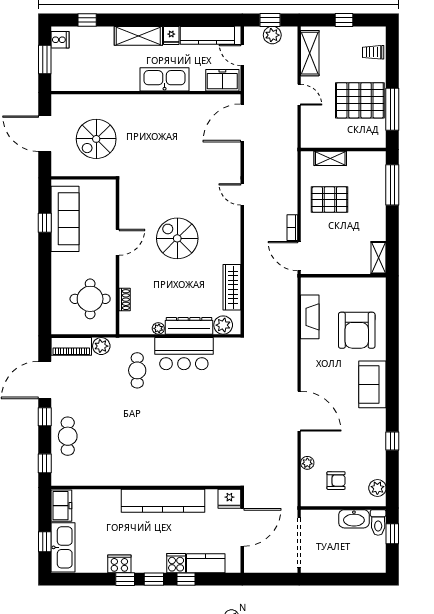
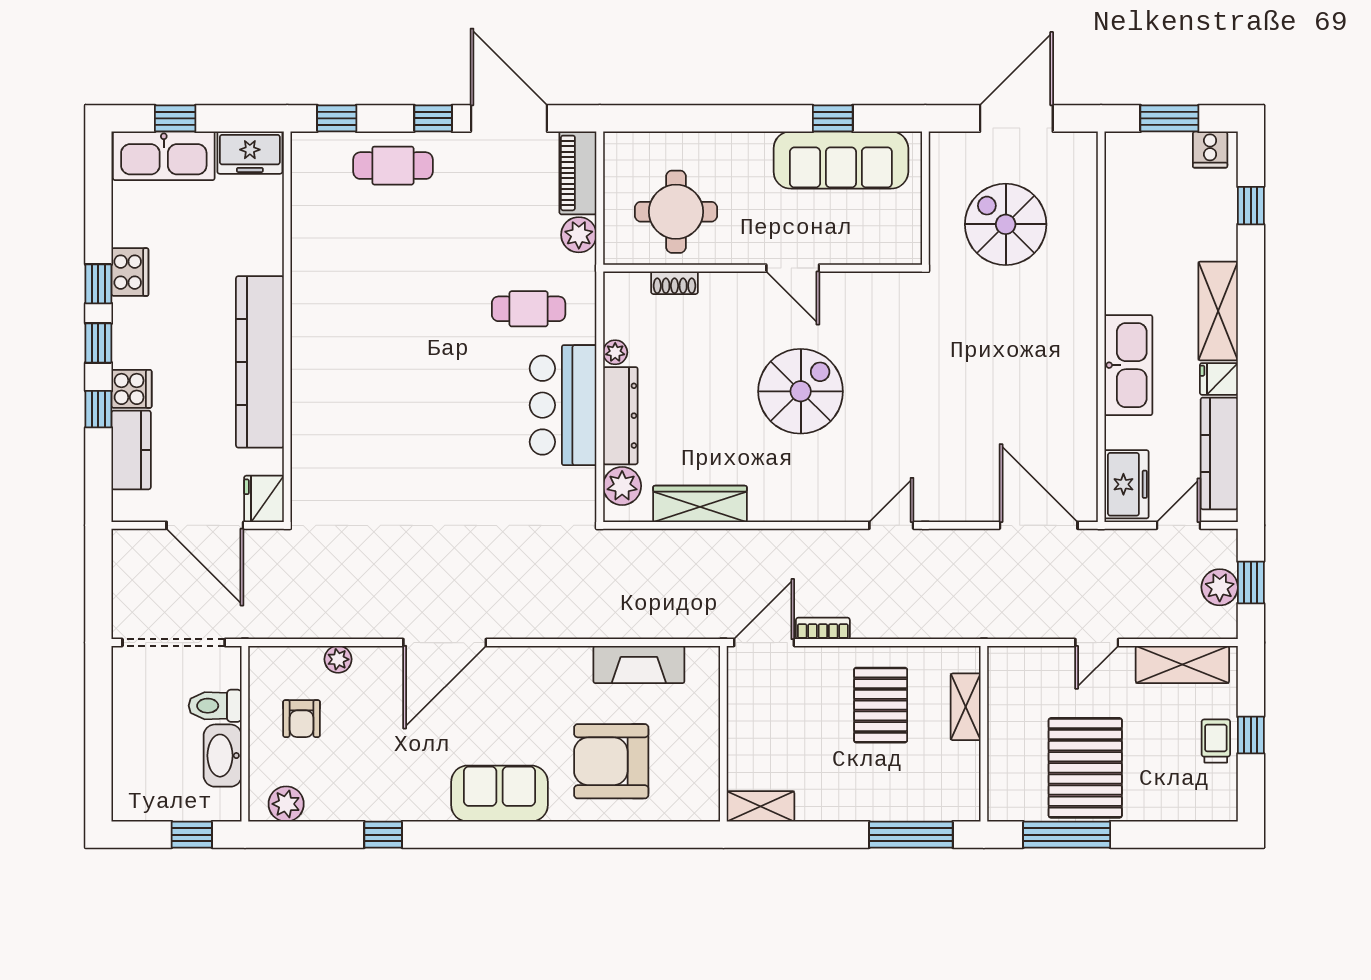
trolley: (373, 52) -> (1216, 741), moved
toilet: (378, 522) -> (215, 706), moved

